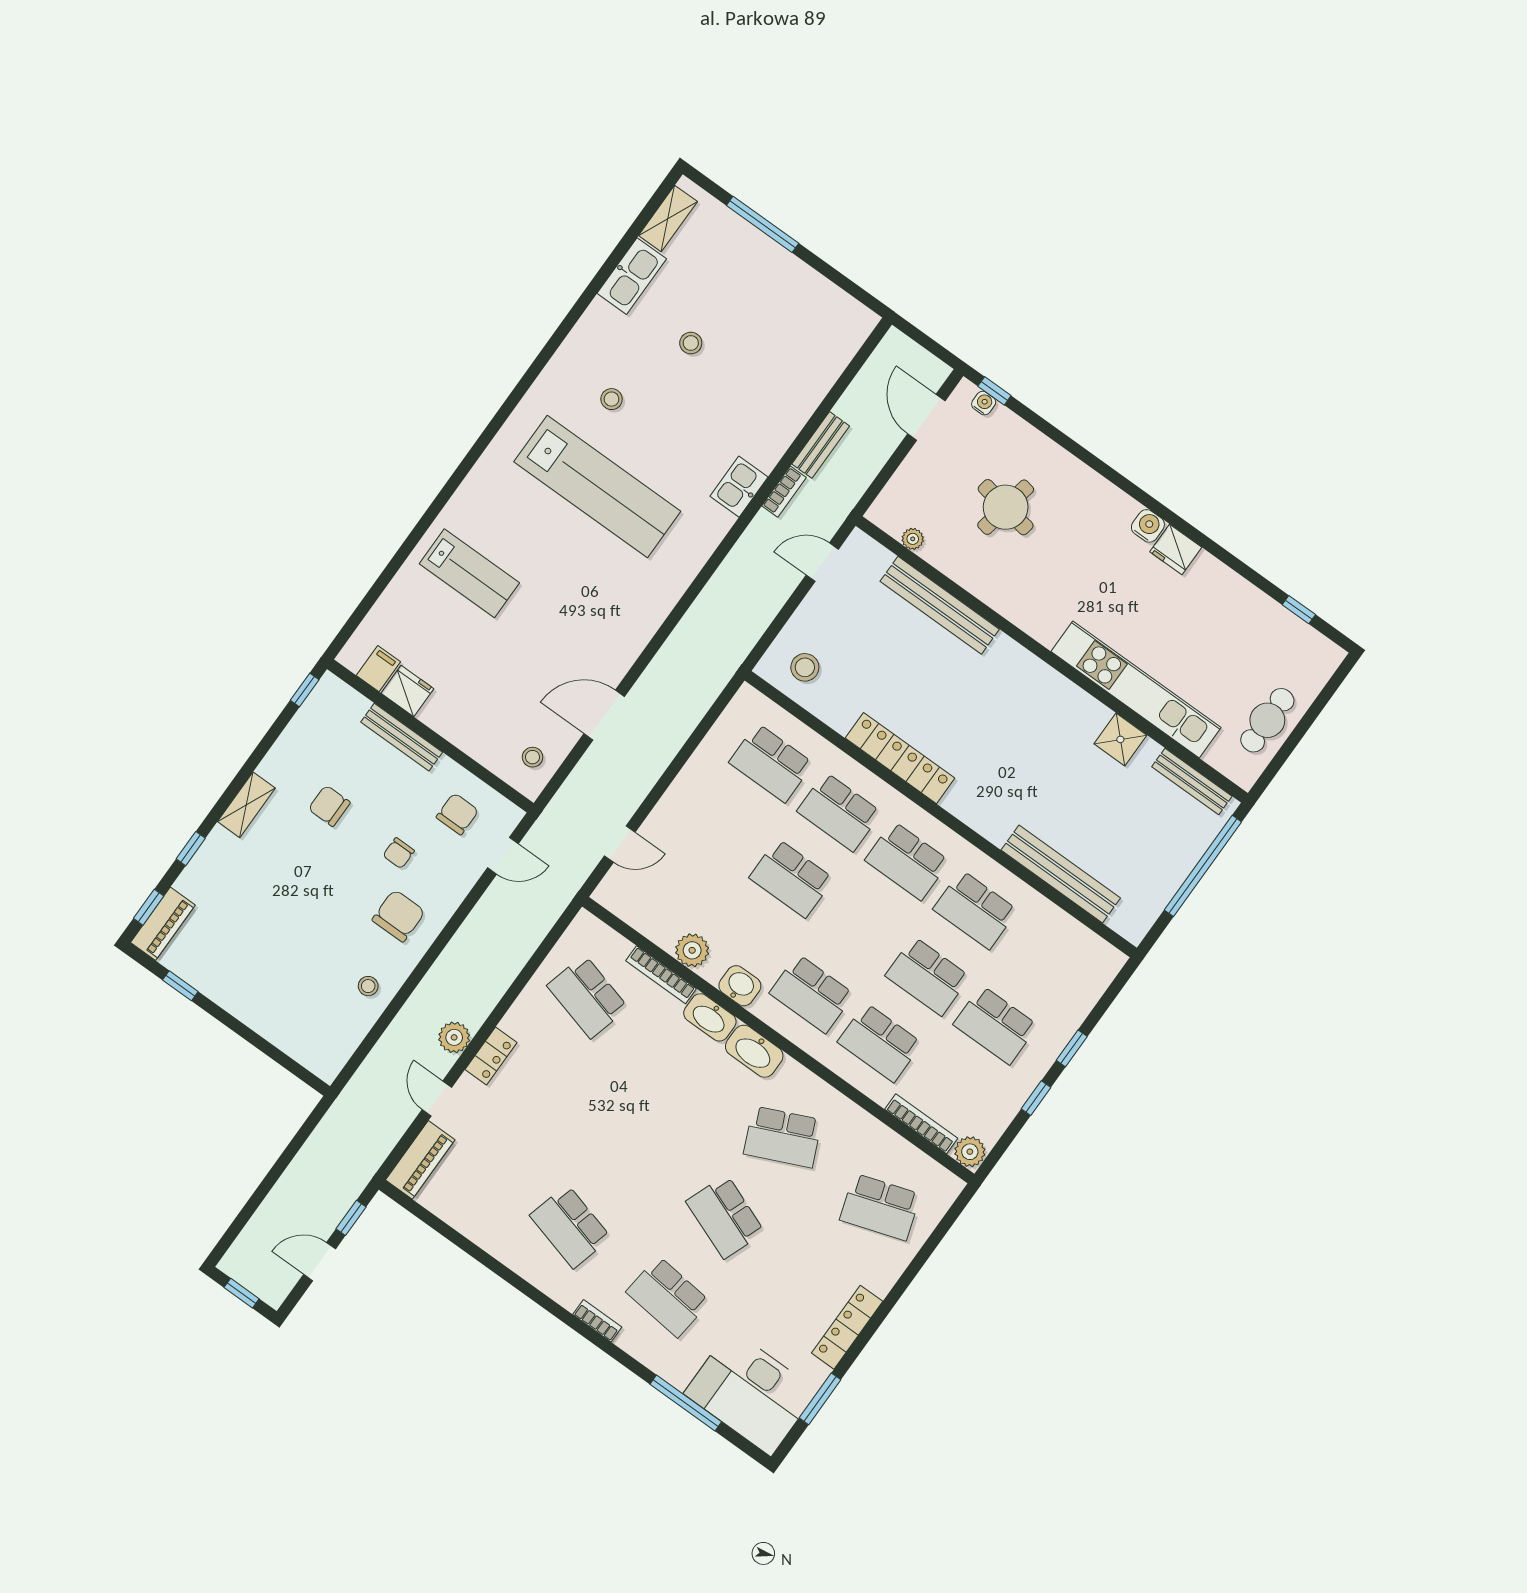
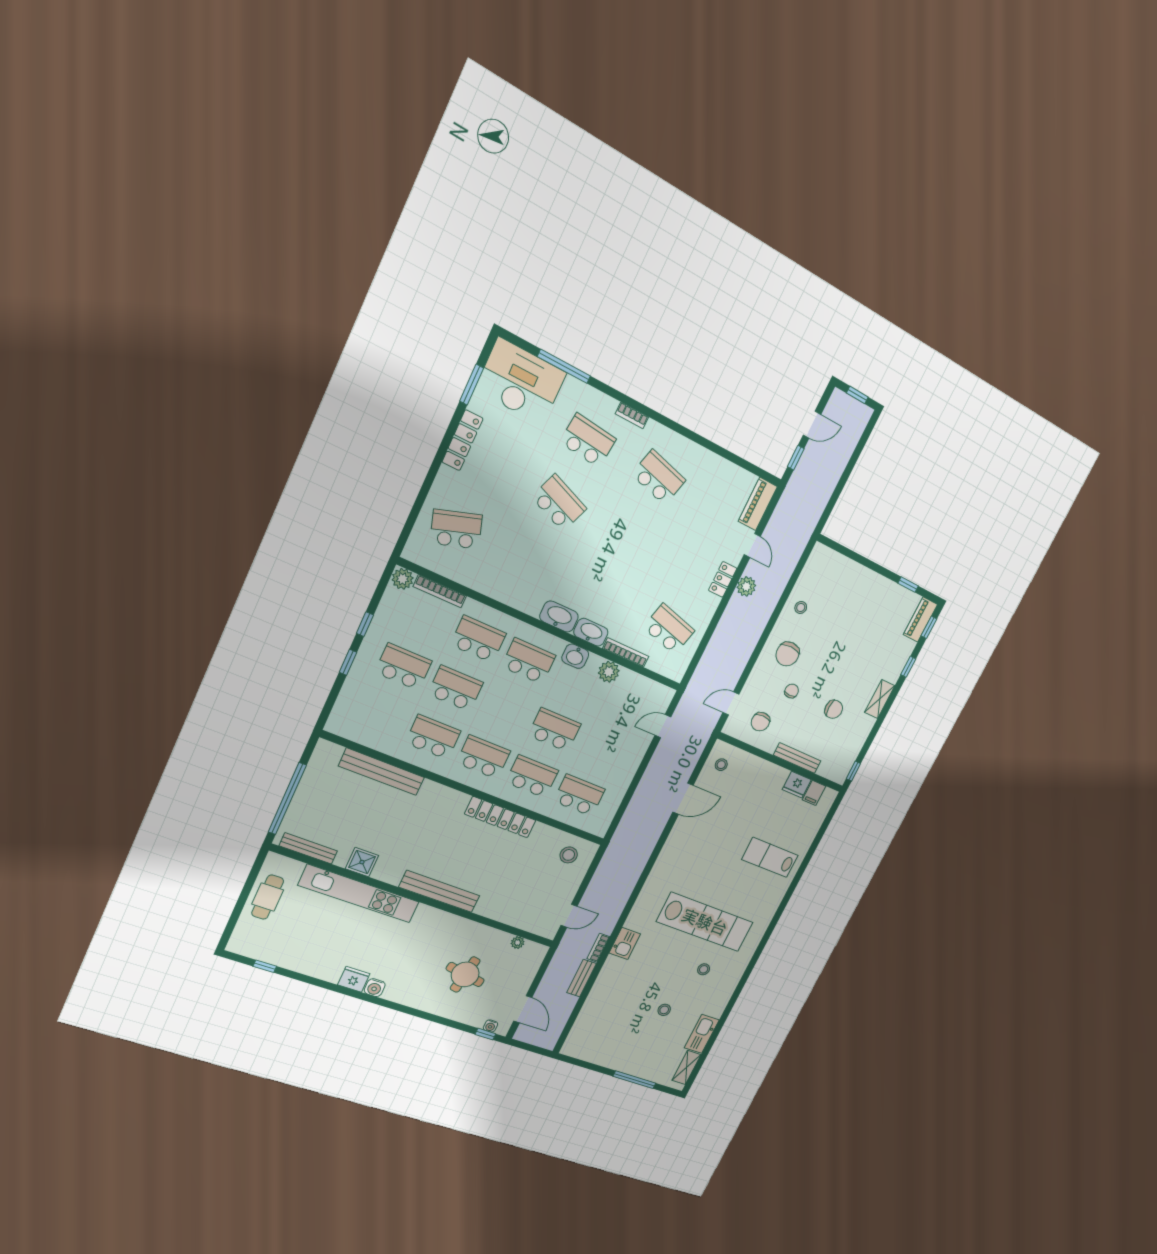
lab bench: (597, 487) -> (705, 922), turned 180
bench: (940, 605) -> (439, 891), moved
school desk: (783, 1137) -> (531, 564), removed

